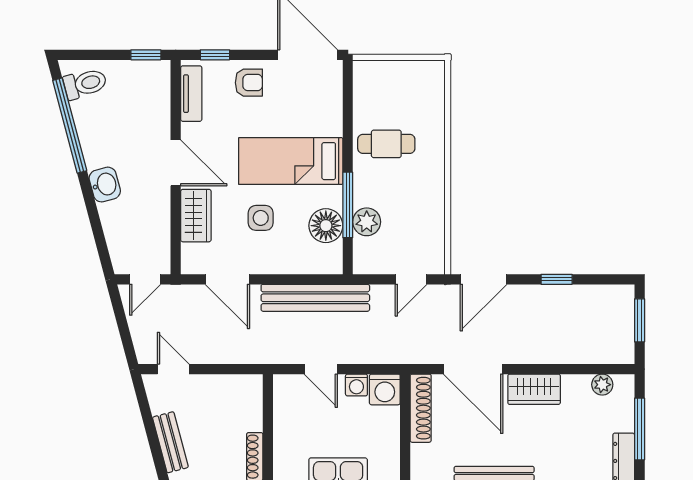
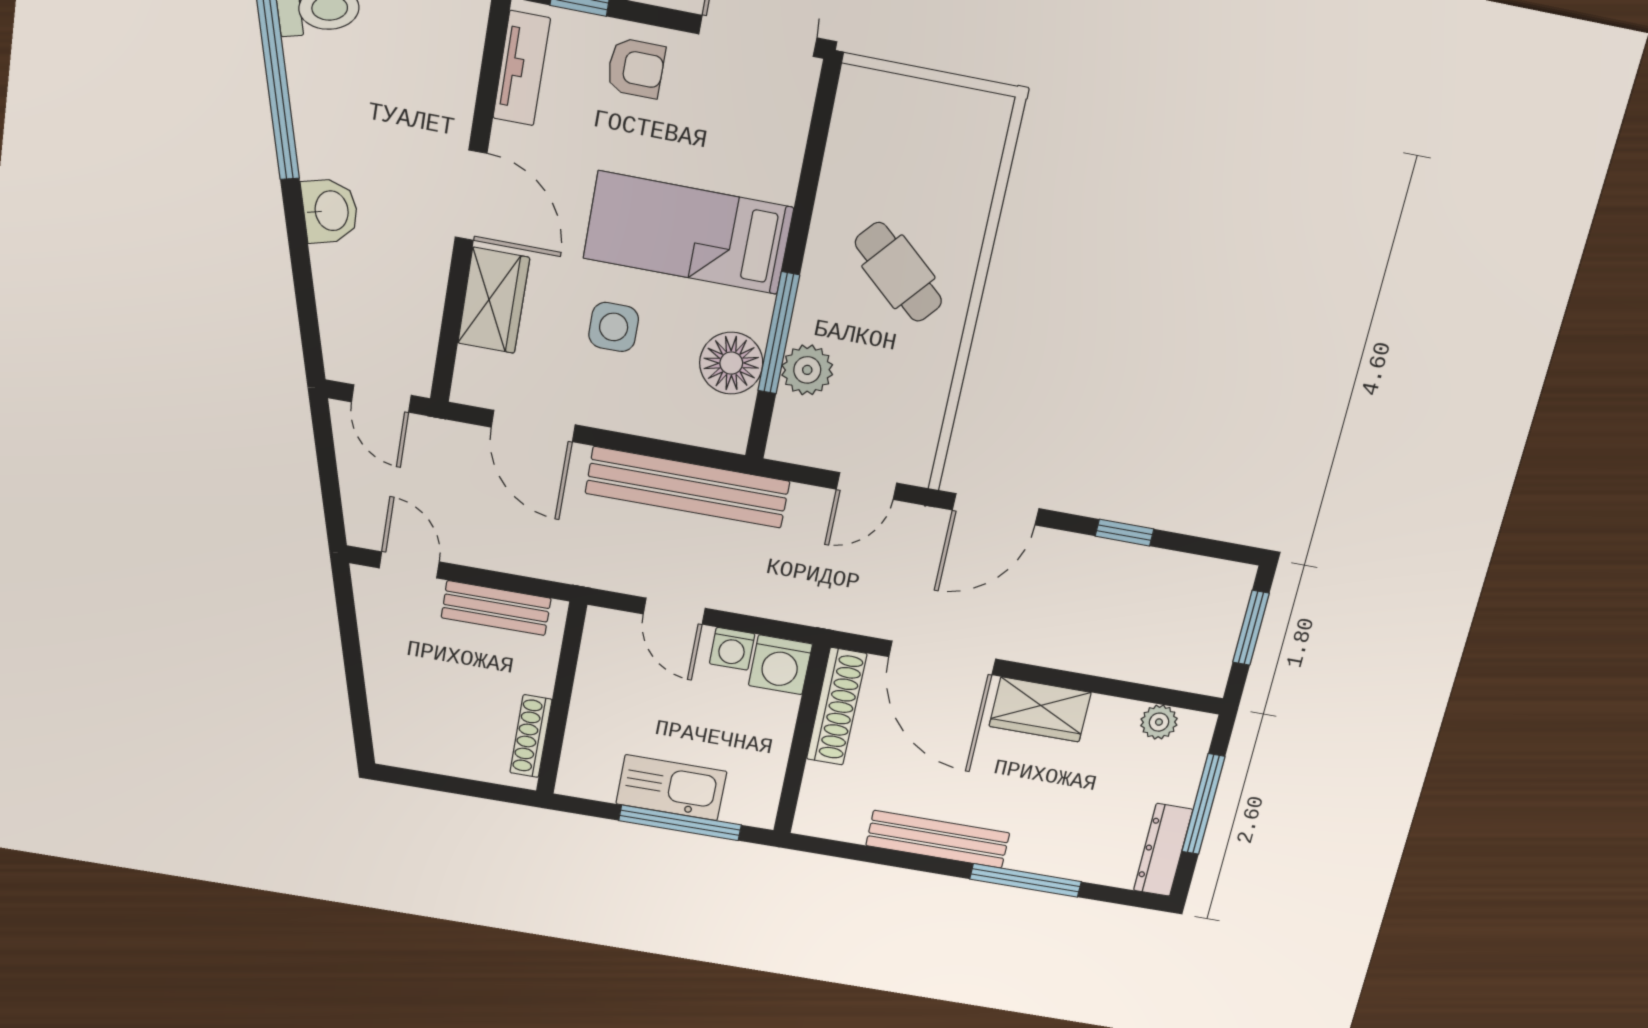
cafe table: (386, 144) -> (898, 272), moved, turned 41
door: (145, 279) -> (381, 399), hinge flipped
bench: (170, 442) -> (496, 608), moved, turned -75

